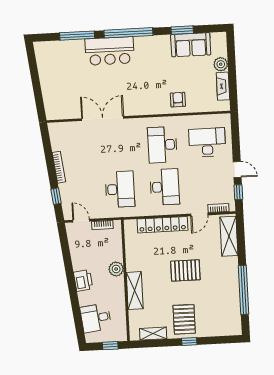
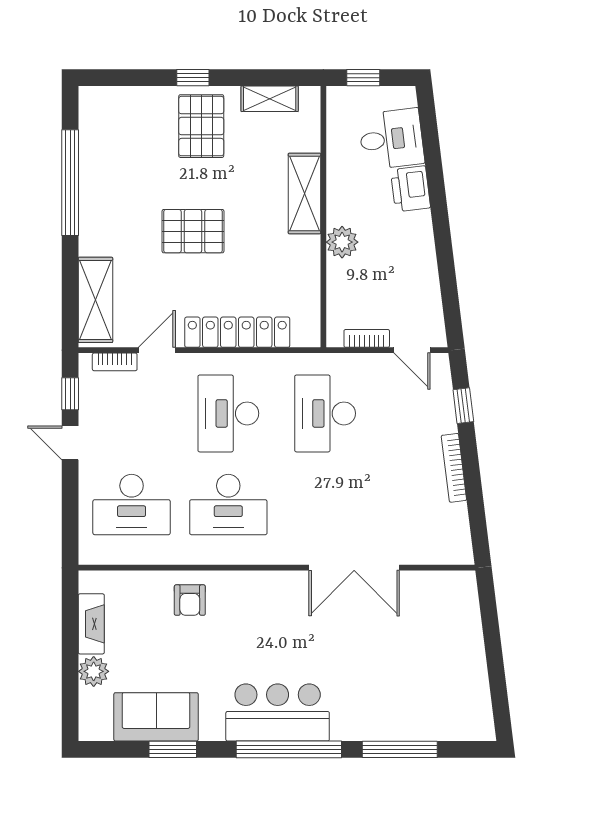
bar counter: (110, 51) -> (278, 712), moved
desk: (162, 145) -> (228, 504), turned 90
printer: (83, 280) -> (410, 189), moved

